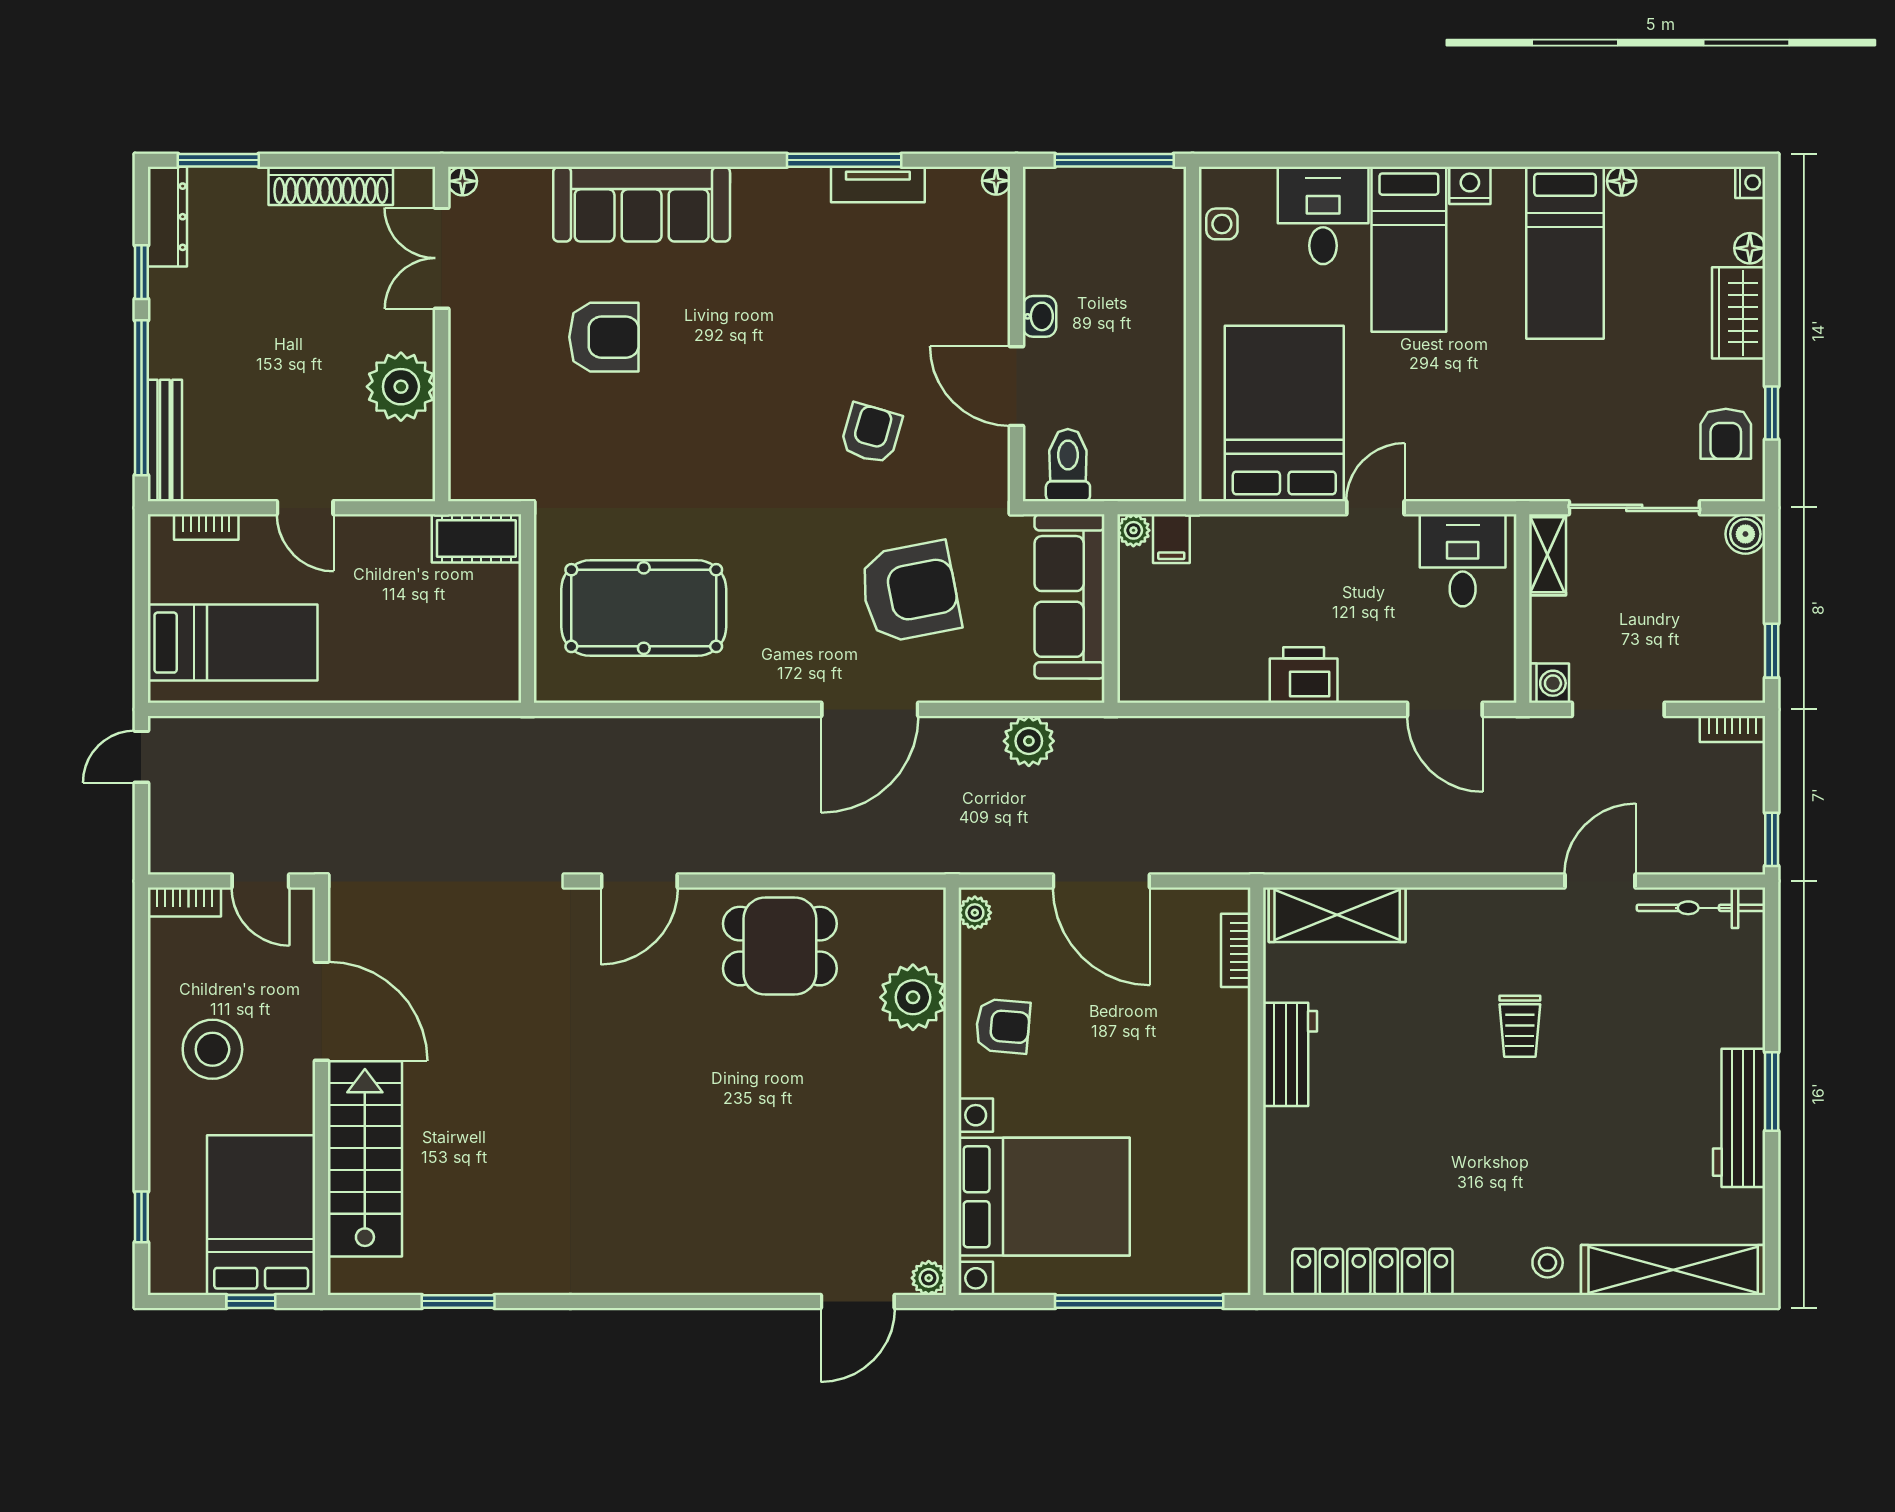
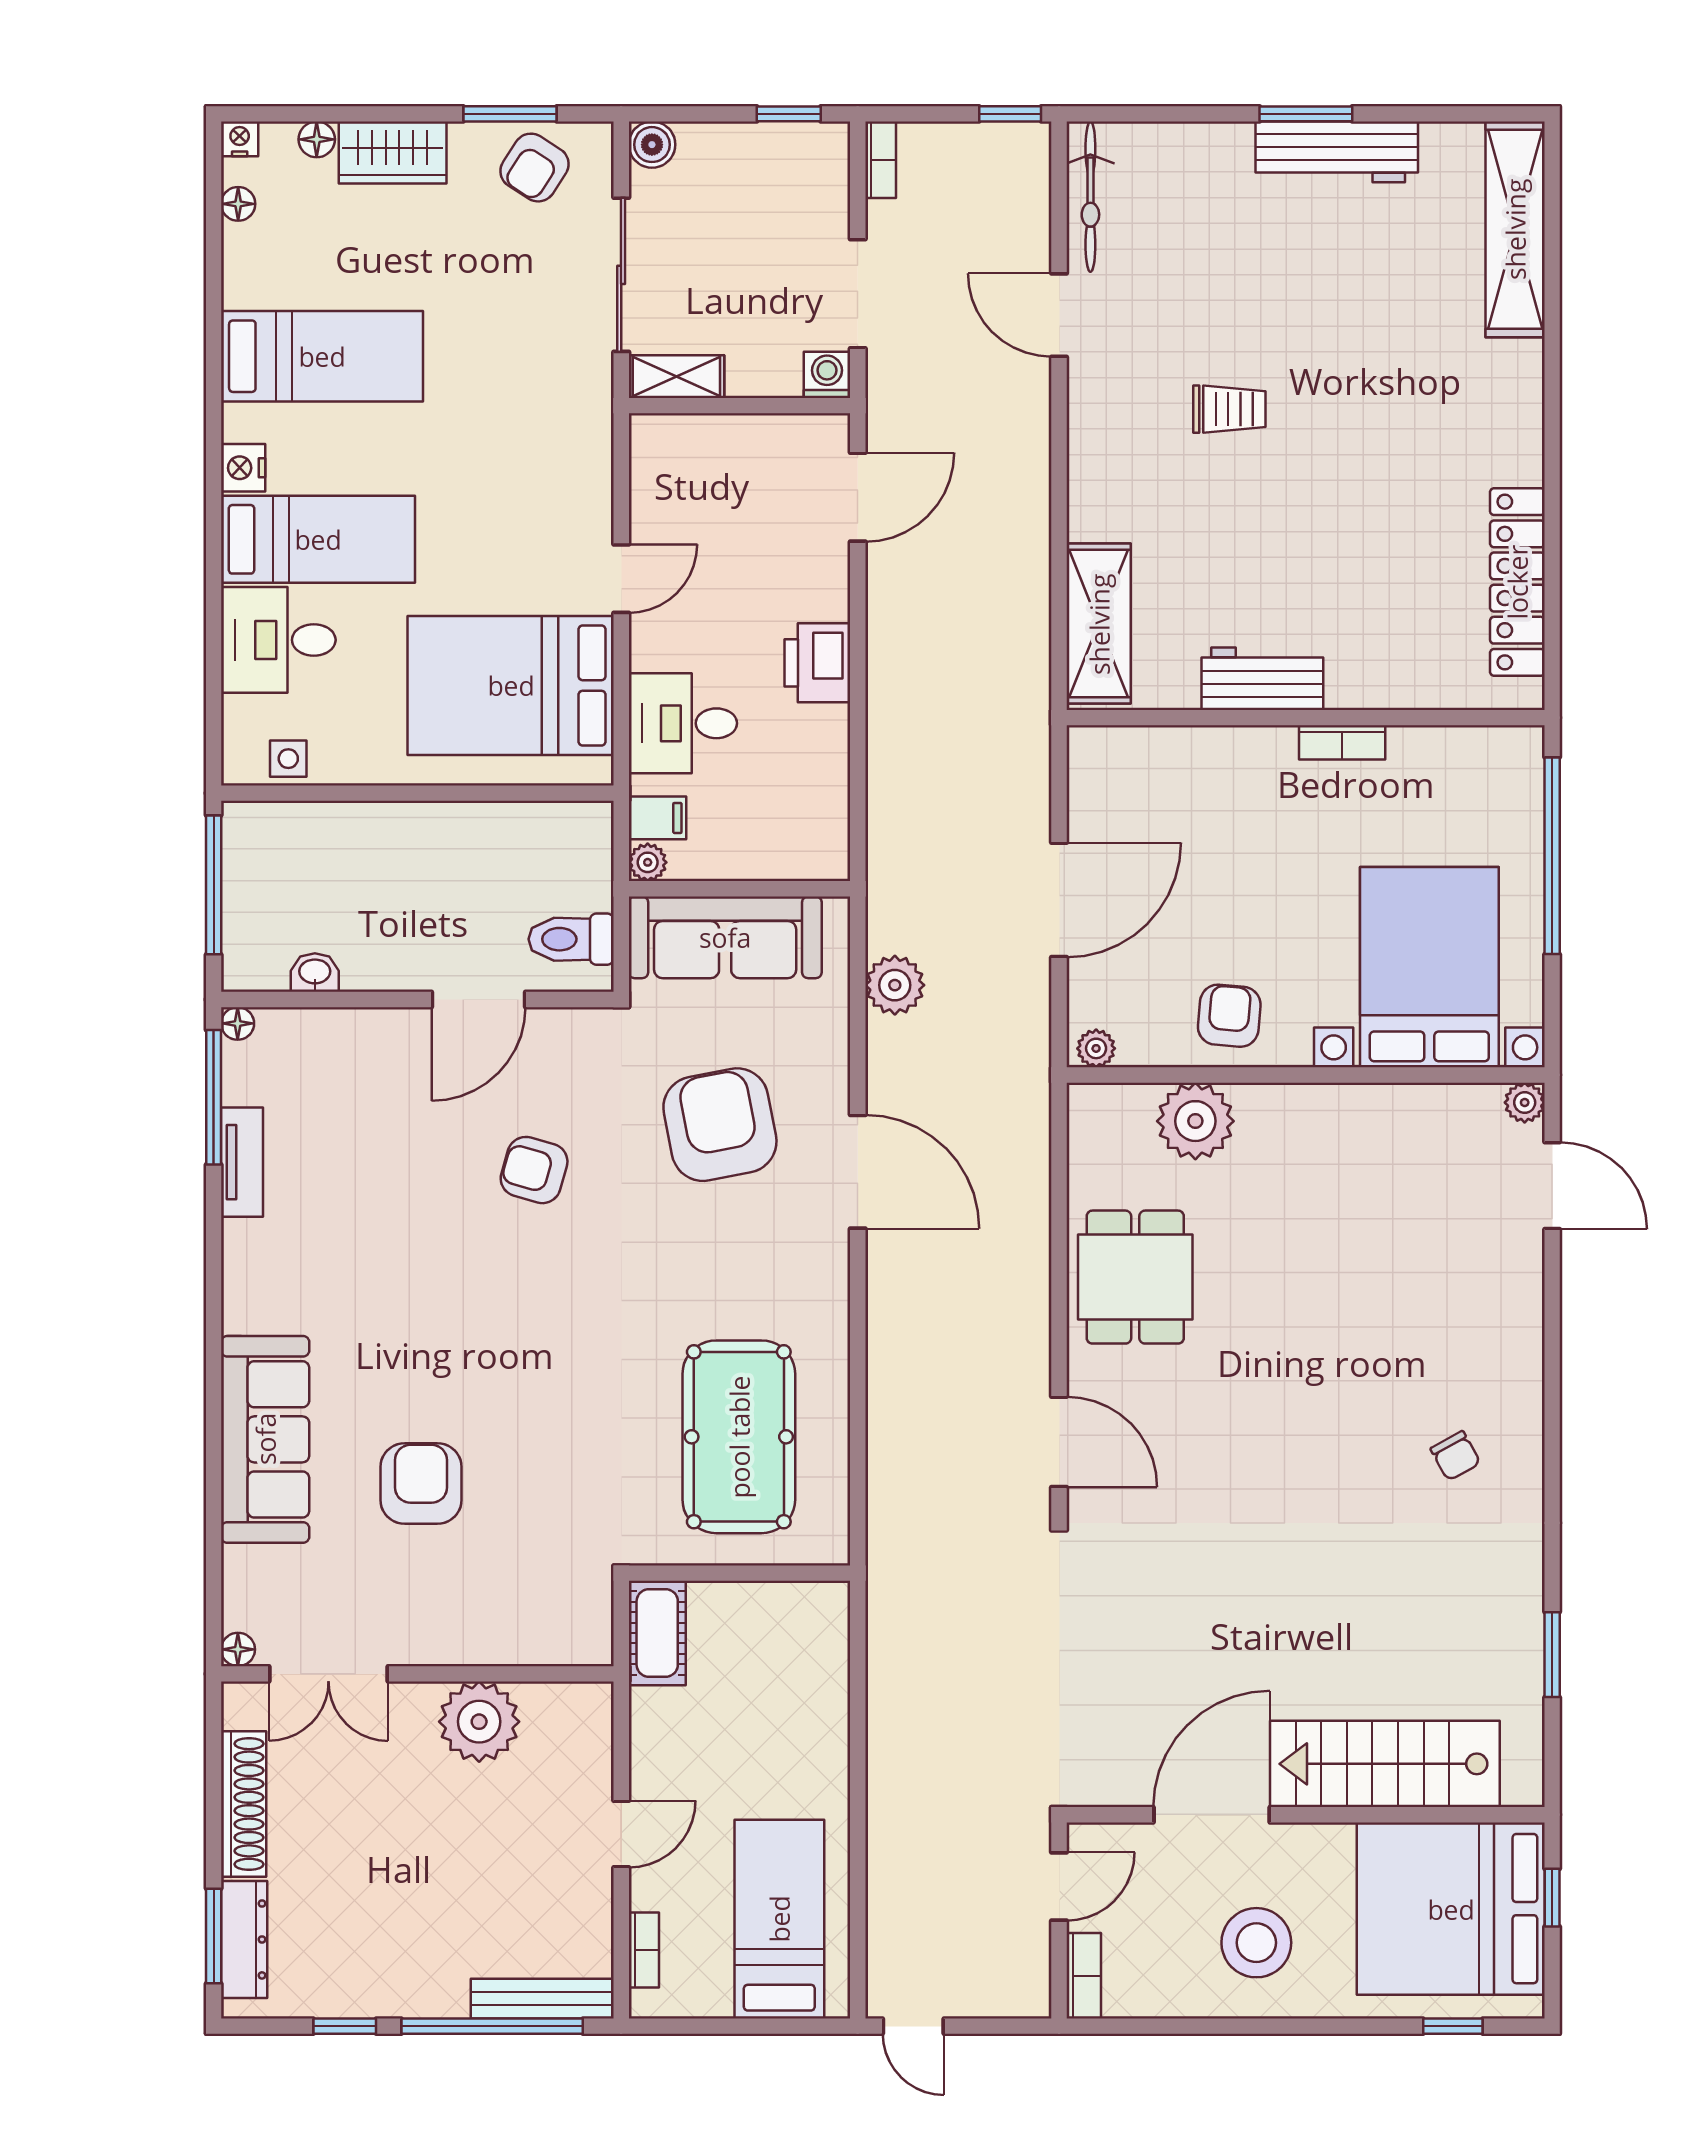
window: (844, 160) -> (214, 1097), moved
floor lamp: (1622, 181) -> (238, 204), moved
dresser: (167, 217) -> (244, 1939), moved, turned 90
washbasin: (1039, 316) -> (315, 973), moved
window: (1772, 413) -> (510, 114), width x1.50
armchair: (1726, 434) -> (534, 168), turned 123
door: (1375, 508) -> (621, 579), swing flipped
desk: (1463, 560) -> (683, 723), moved
bookcase: (1236, 950) -> (1342, 742), moved
bed: (261, 1215) -> (1451, 1909), width x1.36
chair: (628, 1219) -> (1455, 1456), added
stool: (1548, 1263) -> (1507, 377), removed

